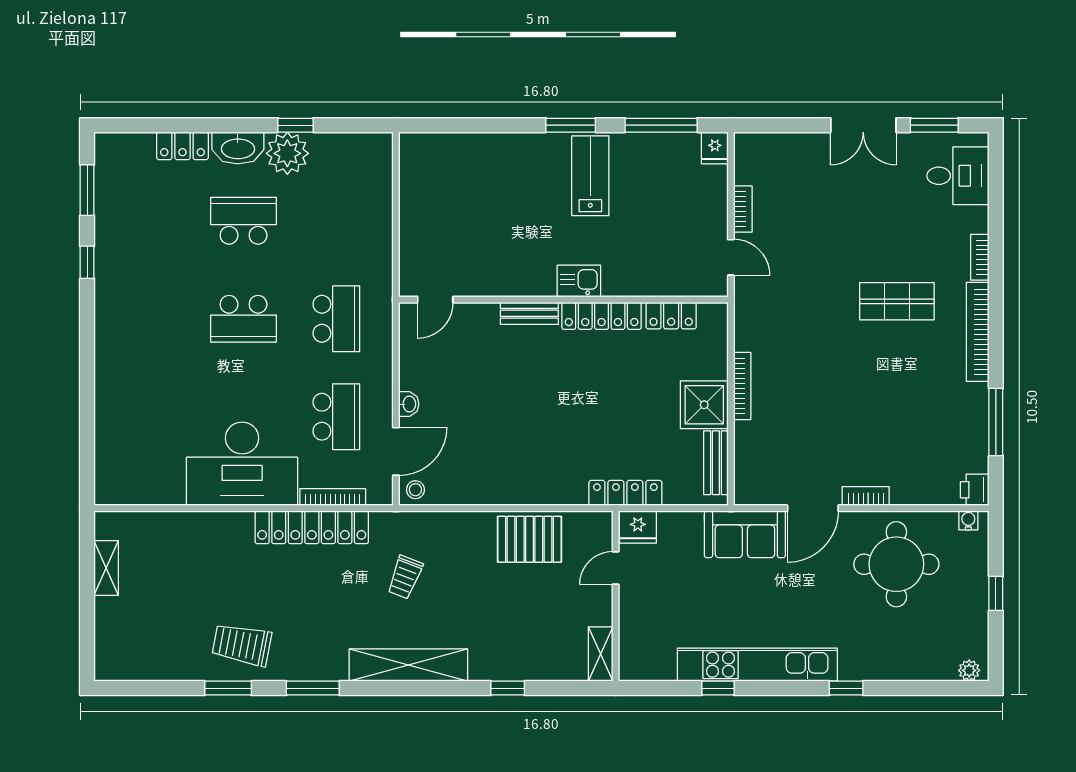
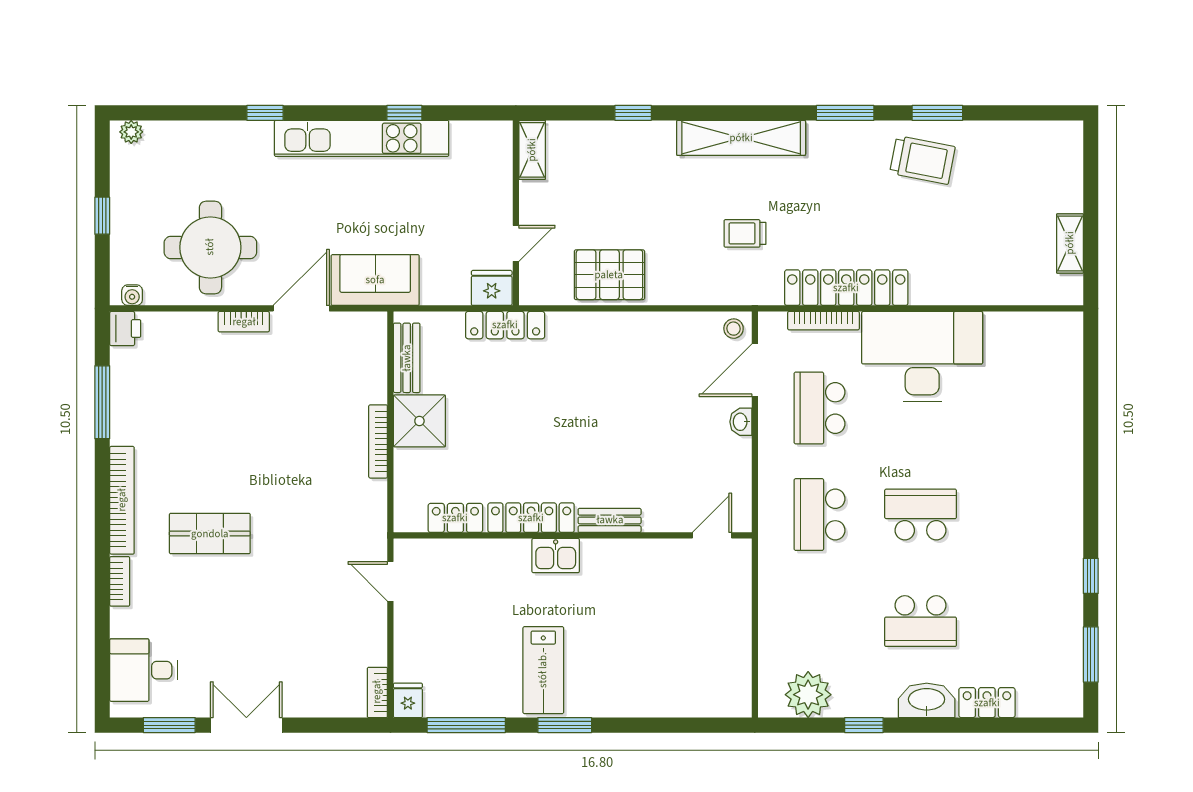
plant: (287, 153) -> (808, 695), moved
bookcase: (743, 209) -> (377, 692), moved
trolley: (405, 577) -> (745, 233), turned -111

